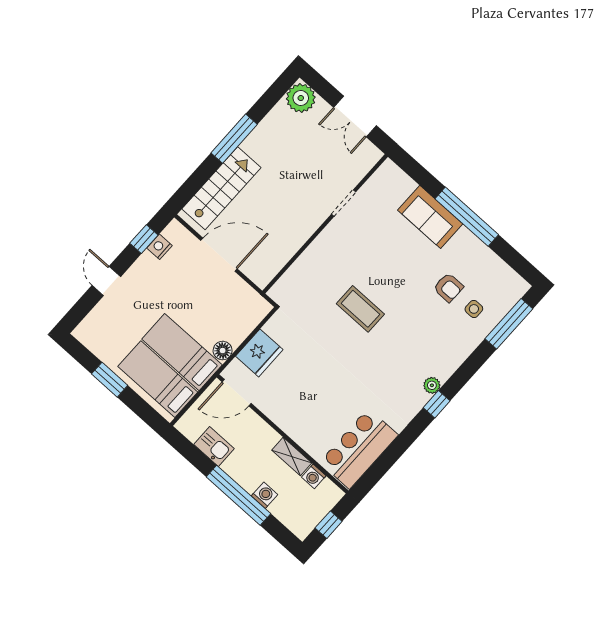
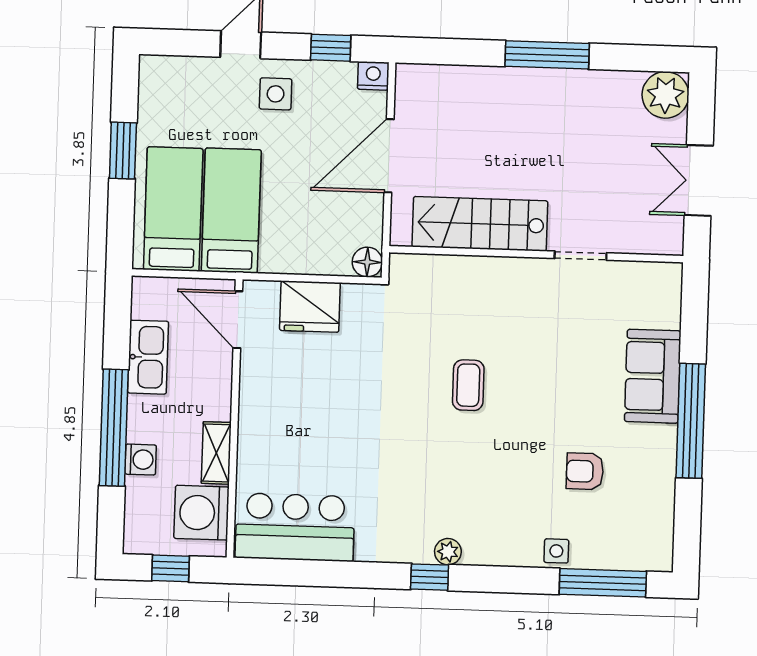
stairs: (221, 188) -> (480, 224), moved, turned 180
nightstand: (159, 247) -> (373, 76), moved
door: (219, 255) -> (389, 156), swing flipped
side table: (144, 284) -> (276, 94), added
armchair: (448, 288) -> (585, 471), turned 90
coffee table: (360, 309) -> (468, 385), width x0.73, depth x0.77
side table: (474, 309) -> (556, 551), moved
floor lamp: (223, 351) -> (367, 262), moved
kitchen sink: (214, 446) -> (148, 357), width x1.38
washing machine: (314, 476) -> (201, 513), width x1.89, depth x1.89

